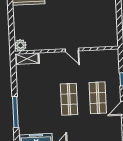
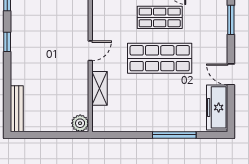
shelving: (27, 59) -> (99, 88), moved
shop shelf: (69, 99) -> (160, 58), width x1.43, depth x1.36

